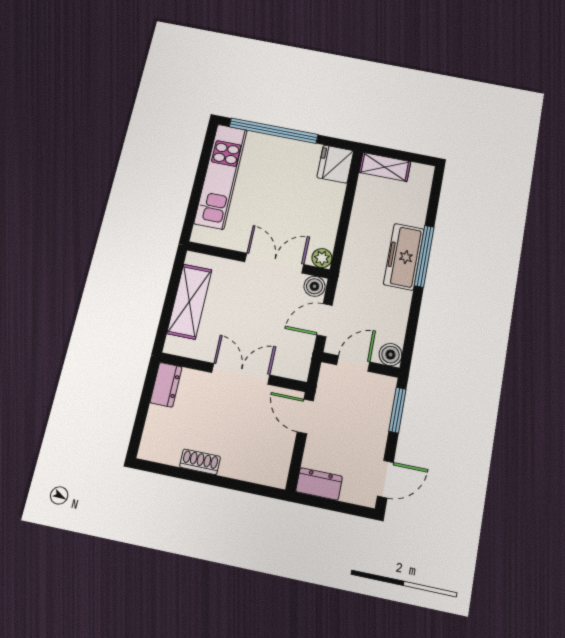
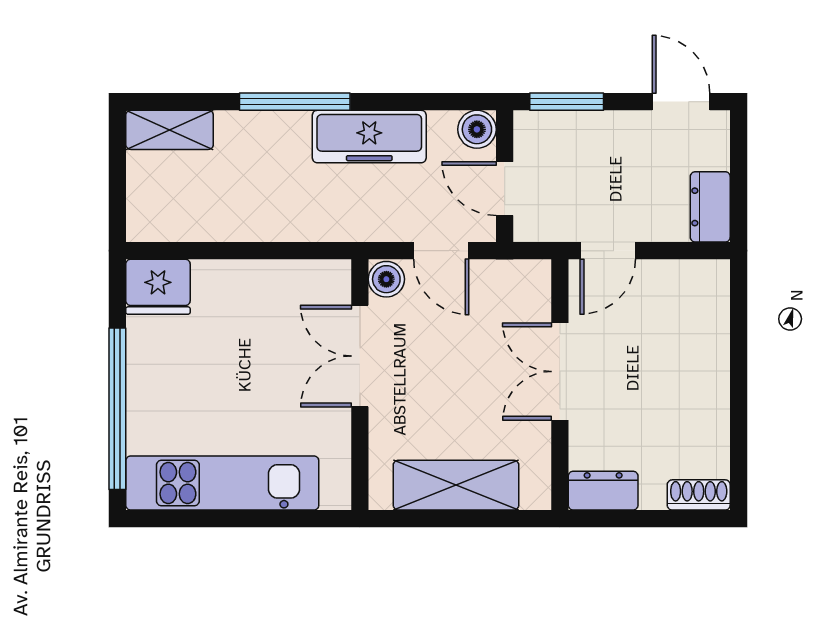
shelving: (385, 167) -> (170, 130), moved, turned 90
freezer: (404, 257) -> (369, 137), moved
plant: (322, 258) -> (334, 276), removed
shoe rack: (200, 462) -> (699, 495), moved, turned 90

